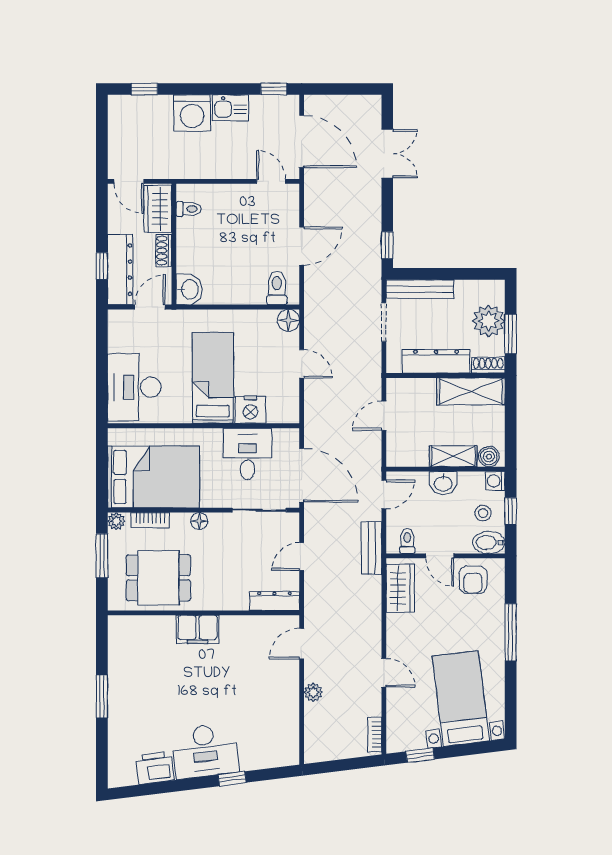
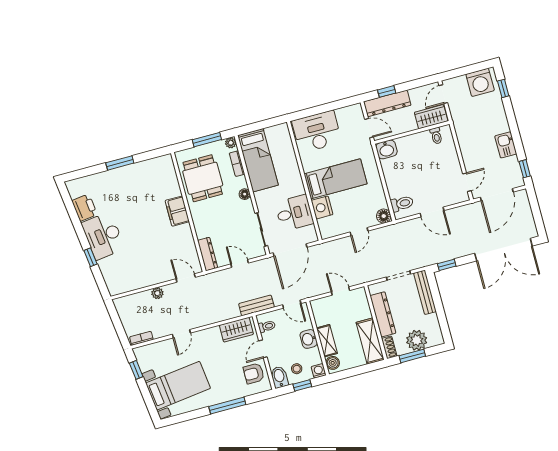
washing machine: (192, 113) -> (480, 82), moved, turned -90
double door: (387, 154) -> (503, 250), width x1.87
shoe rack: (164, 251) -> (406, 127), removed
bed: (153, 477) -> (258, 160), width x0.67

